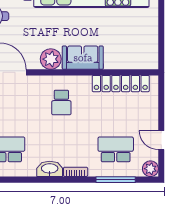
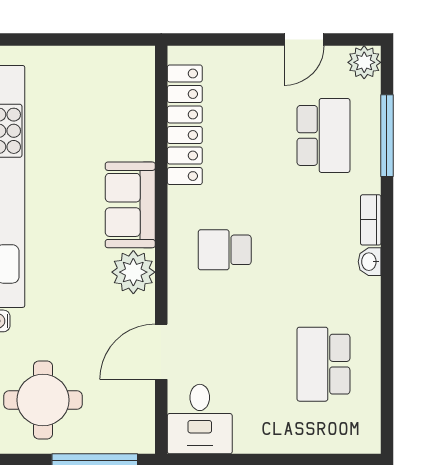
school desk: (61, 102) -> (225, 250), turned 180
school desk: (116, 149) -> (323, 135), turned 180
washbasin: (50, 169) -> (370, 262), width x0.52, depth x0.69

